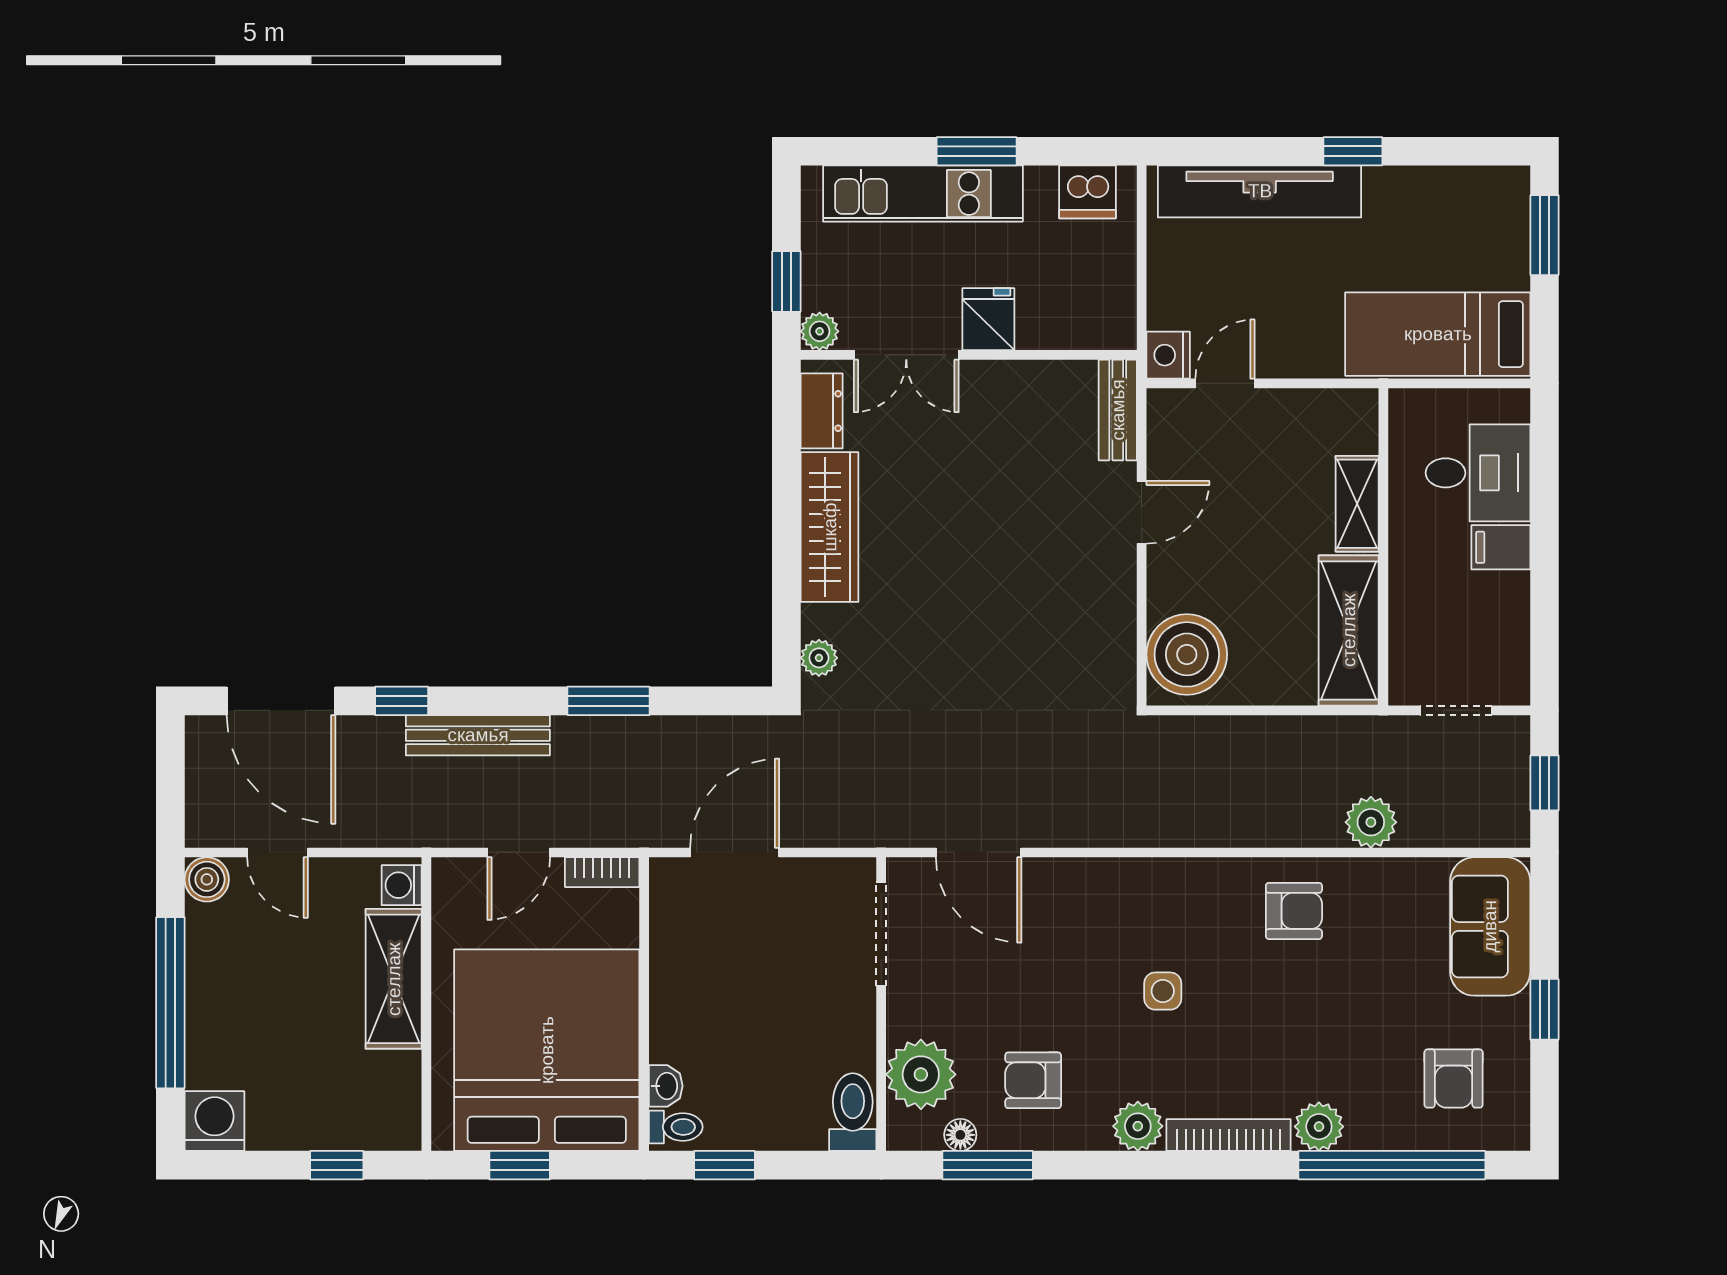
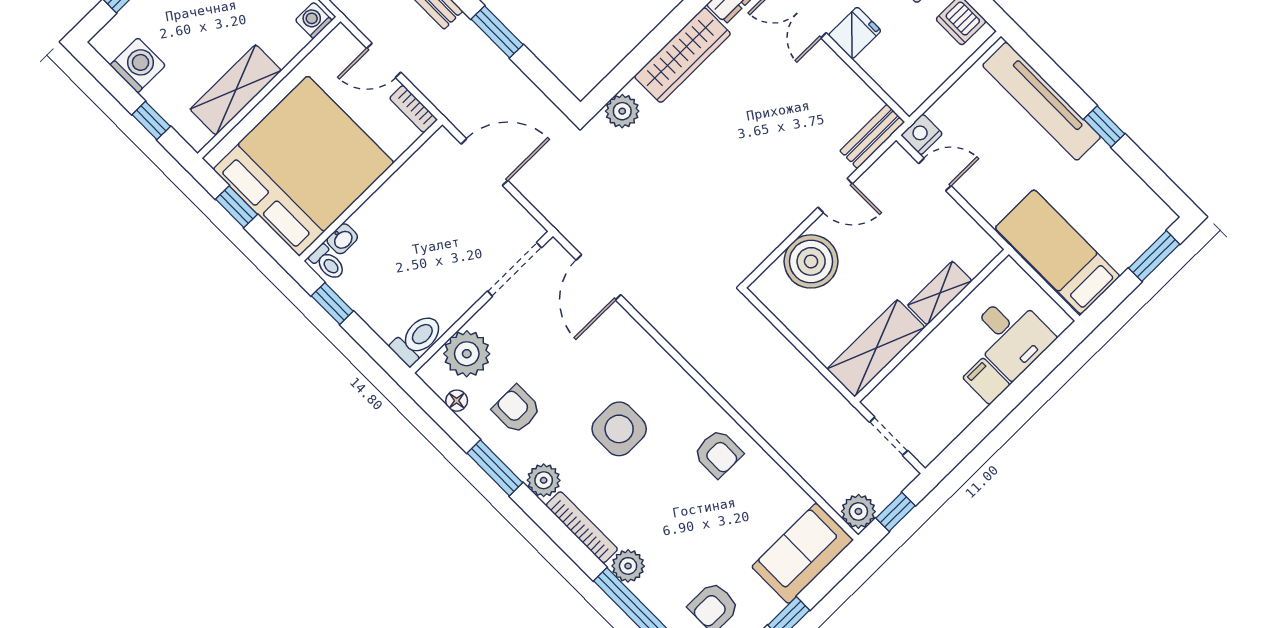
boiler: (1187, 654) -> (811, 261), moved
plant: (819, 658) -> (622, 111), width x1.38, depth x1.38
plant: (1371, 822) -> (858, 511), moved
shelving: (394, 979) -> (236, 90), moved
side table: (1163, 991) -> (619, 429), width x1.87, depth x1.87
washing machine: (215, 1121) -> (138, 65), moved
window: (988, 1165) -> (495, 468), moved

